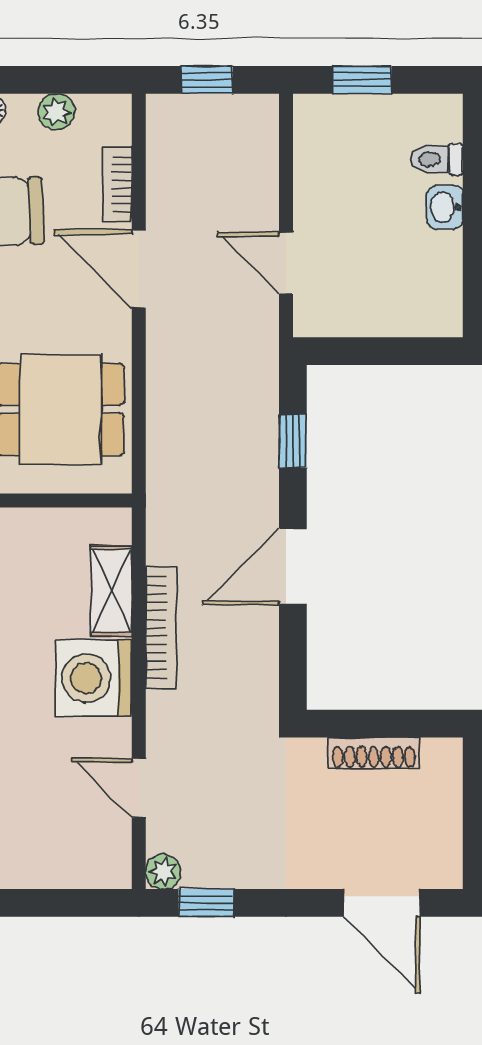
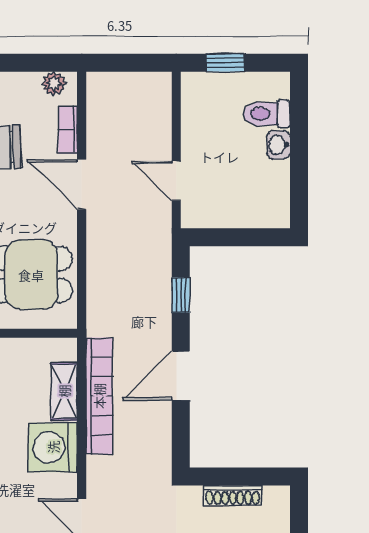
window: (207, 80) -> (126, 63), removed
plant: (56, 112) -> (54, 83), moved
toilet: (437, 159) -> (267, 114), width x1.37, depth x1.39
bookcase: (161, 627) -> (99, 396), width x1.48, depth x1.31

